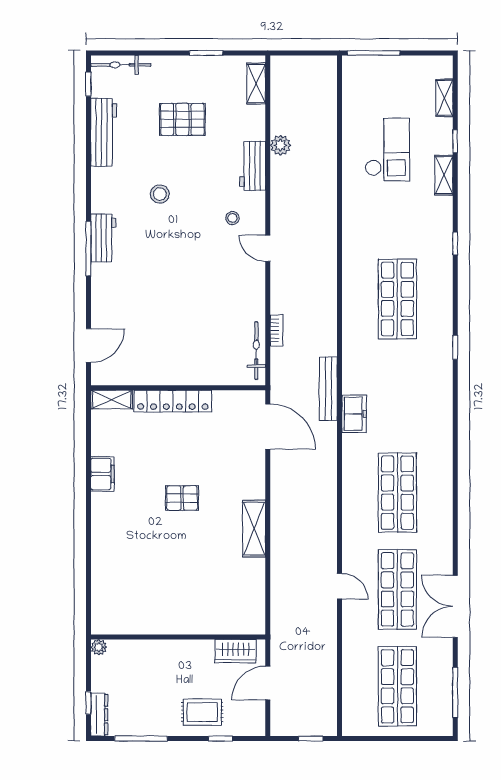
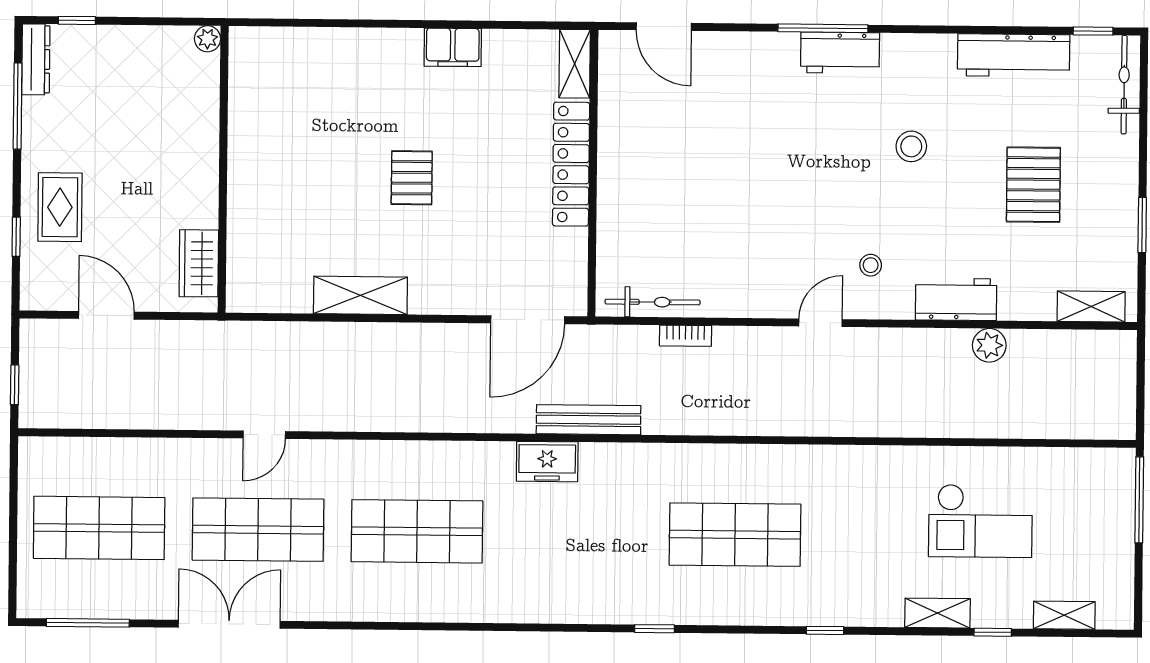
wall: (178, 637) -> (223, 169), moved
plant: (99, 647) -> (207, 39), moved
wardrobe: (236, 651) -> (199, 263), moved
dresser: (99, 715) -> (36, 59), moved, turned -90

